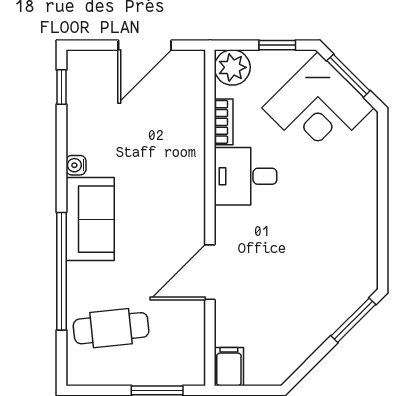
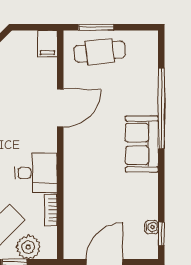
plant: (232, 67) -> (28, 247), moved
water cooler: (76, 165) -> (151, 227), moved
cafe table: (111, 328) -> (100, 52), moved

